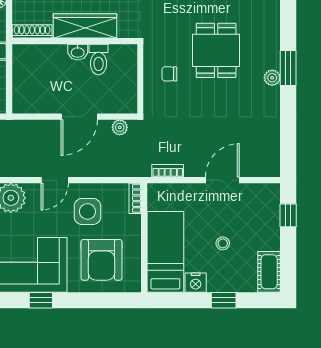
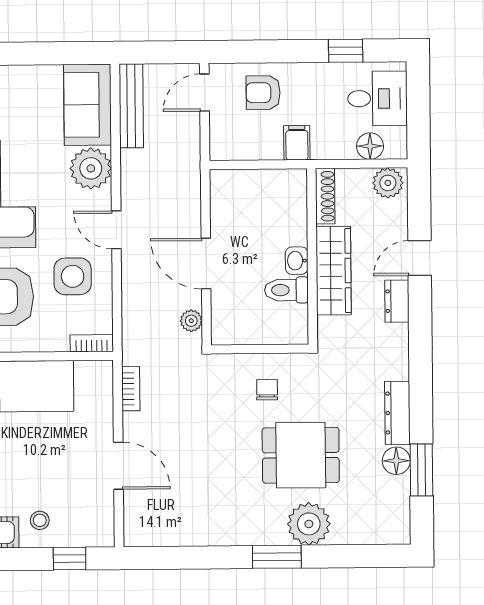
plant: (272, 78) -> (309, 524), moved, width x1.87, depth x1.87
stool: (223, 243) -> (40, 520), moved

